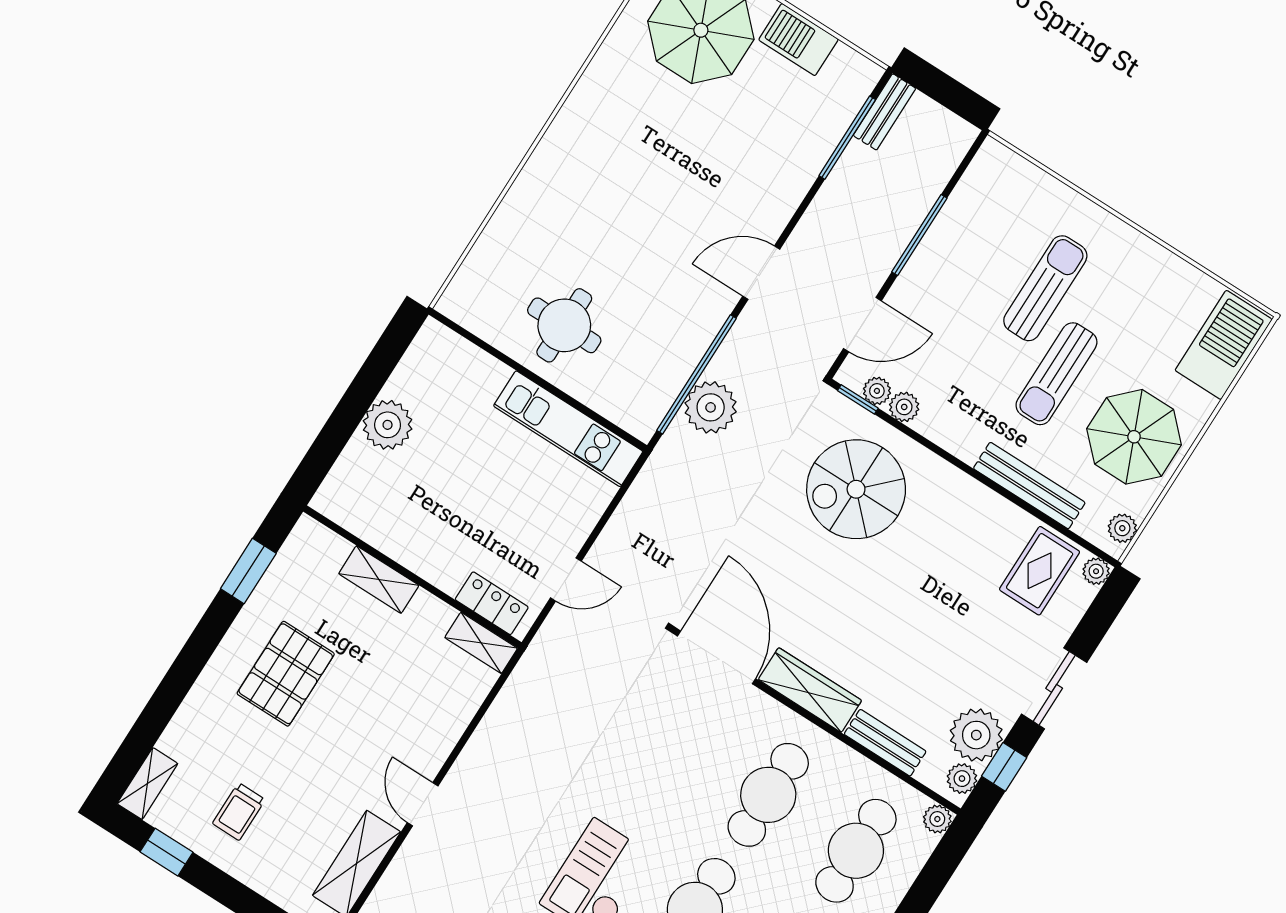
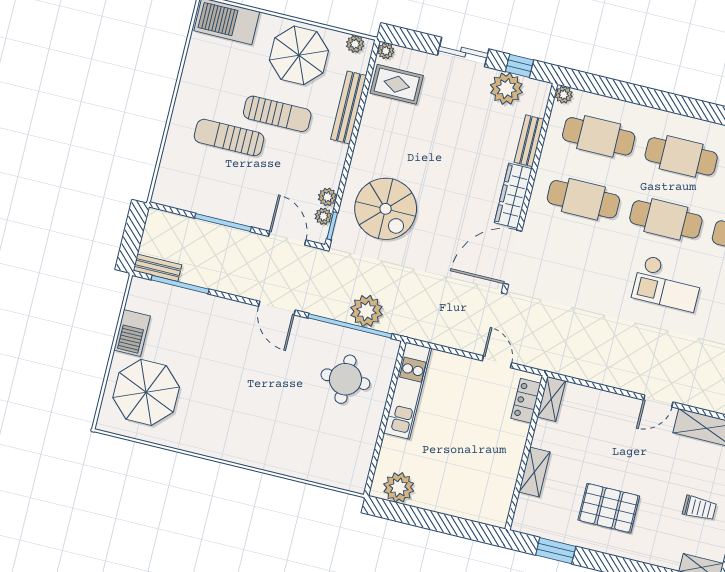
round table: (564, 325) -> (345, 379), moved
plant: (388, 425) -> (399, 487), moved
plant: (962, 779) -> (535, 88), removed

